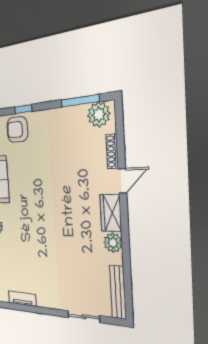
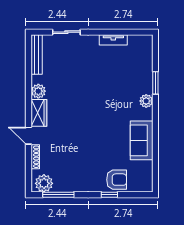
door: (122, 181) -> (28, 136), hinge flipped
tv unit: (22, 299) -> (113, 40), moved

